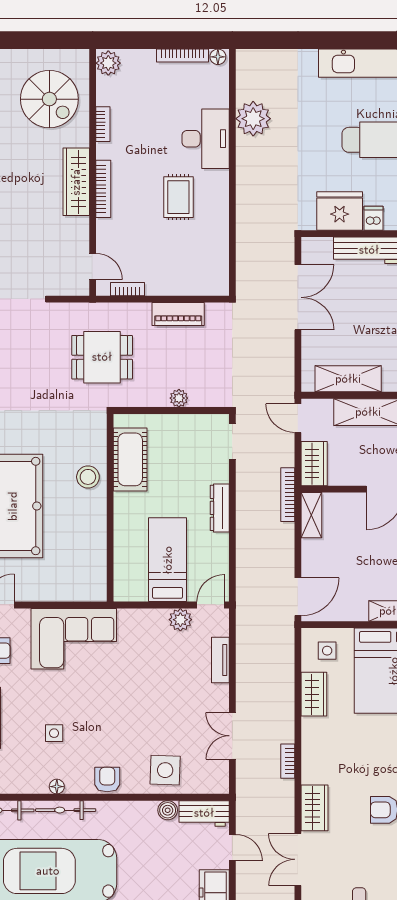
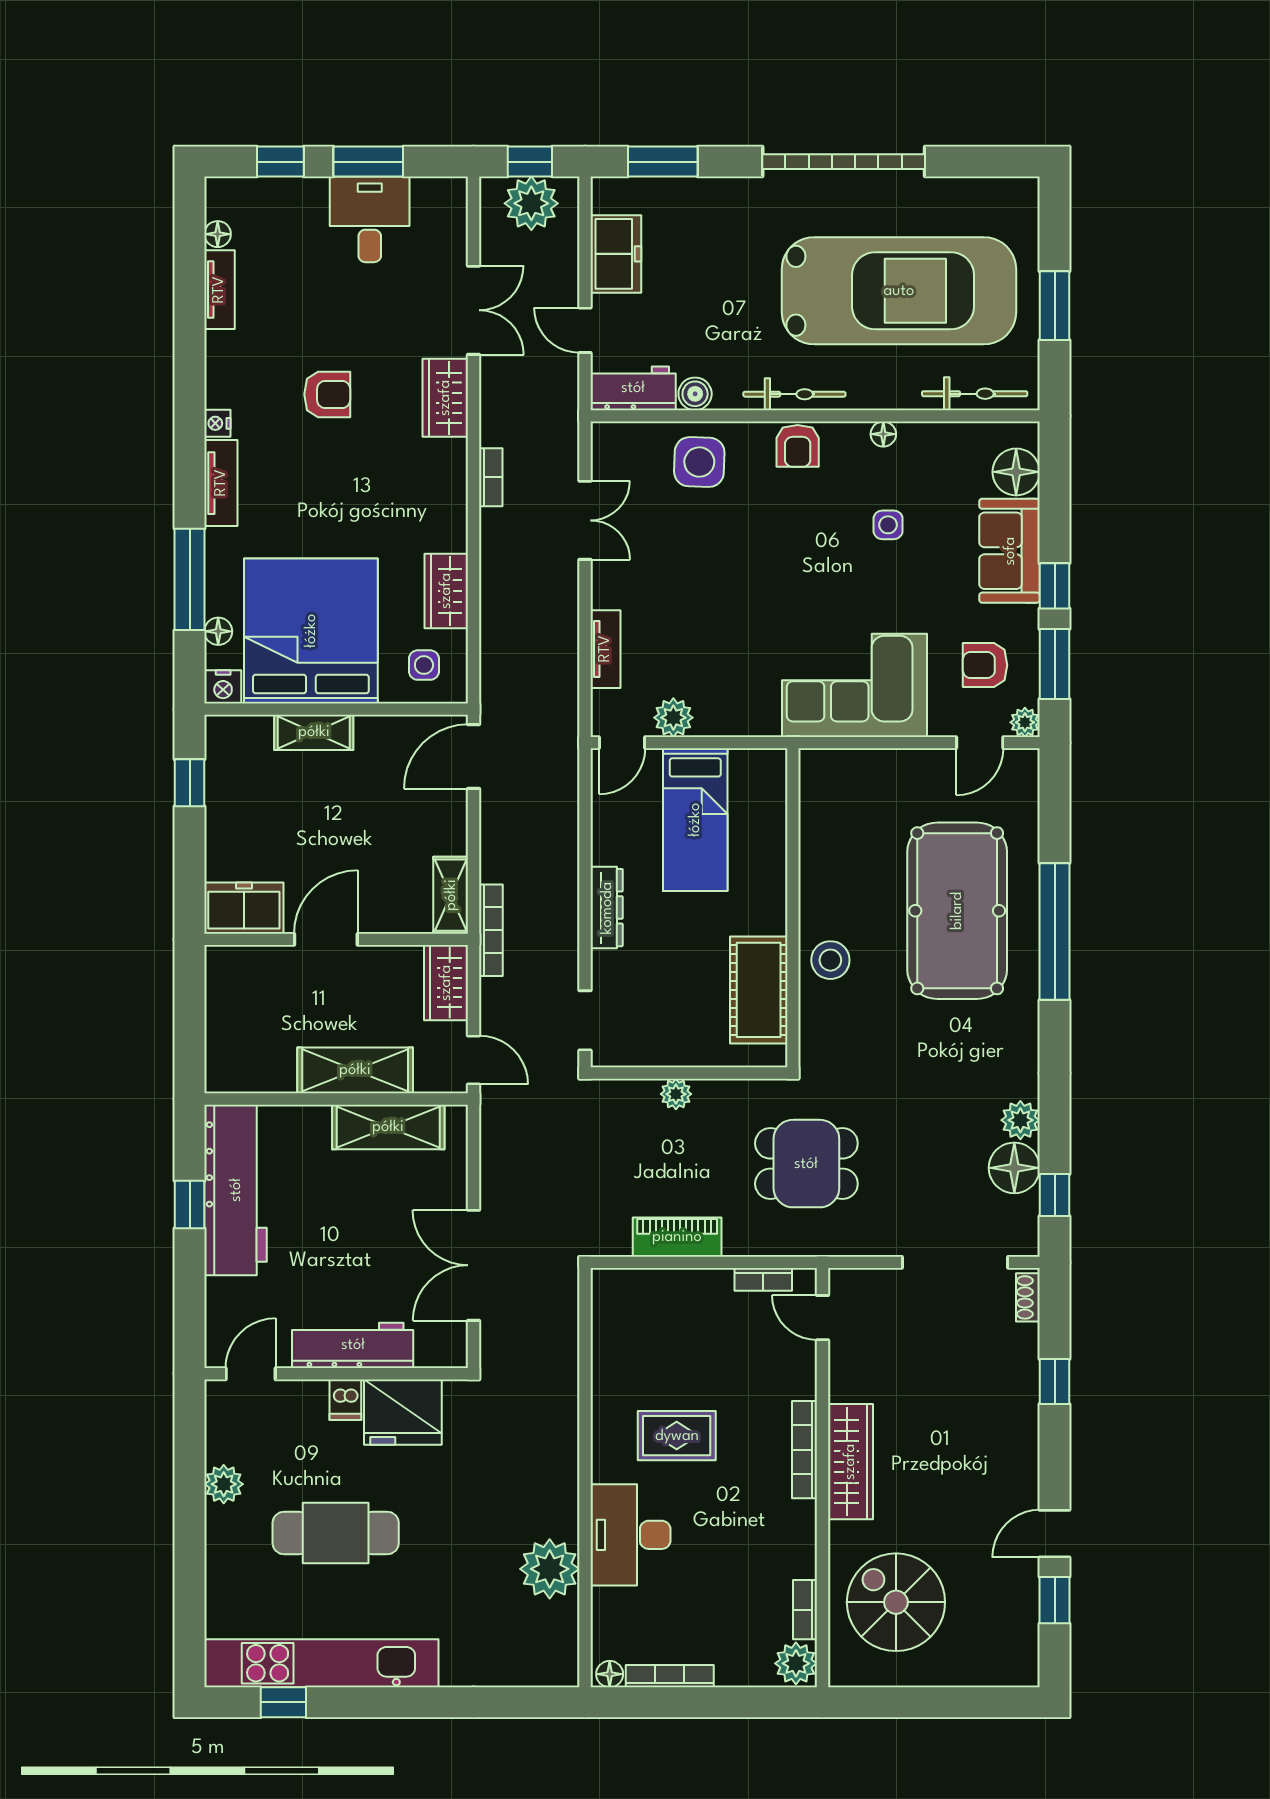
bookcase: (103, 124) -> (805, 1610), moved
rug: (178, 197) -> (677, 1436), turned 90
bicycle: (66, 810) -> (794, 394), moved

